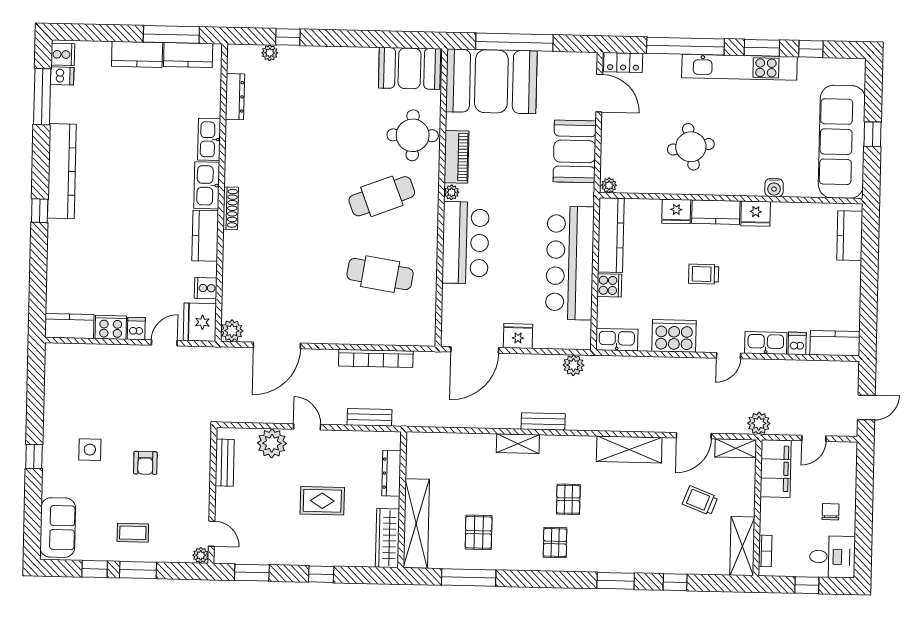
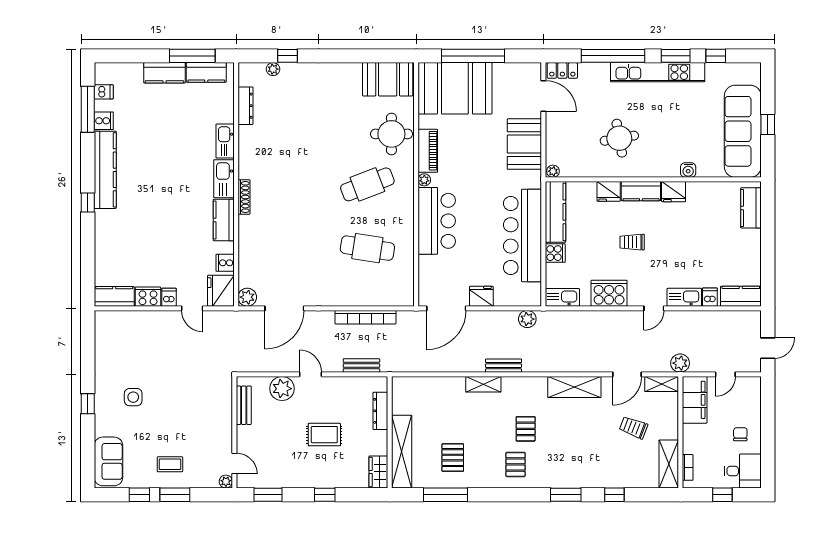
cooker: (63, 54) -> (104, 121), moved
door: (164, 343) -> (192, 308), swing flipped
armchair: (145, 463) -> (179, 407), removed
wardrobe: (387, 538) -> (378, 472), width x0.67

